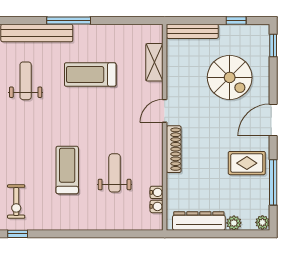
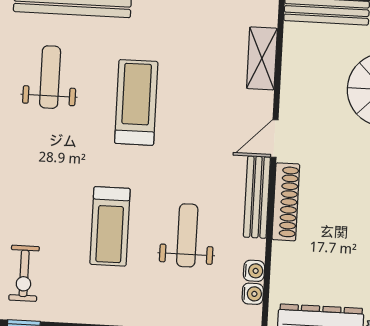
treadmill: (90, 74) -> (136, 102), moved, turned 90
bench: (156, 147) -> (257, 197), added
treadmill: (67, 170) -> (110, 226), turned 180

